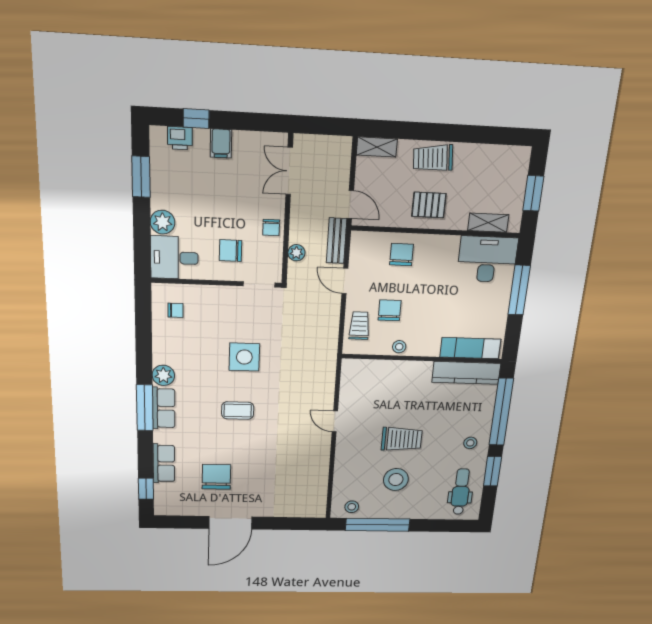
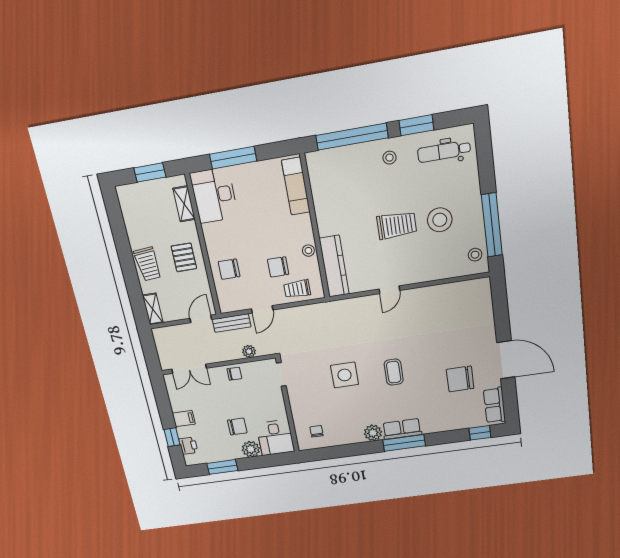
chair: (231, 251) -> (237, 427), moved, turned -90
kitchen counter: (466, 373) -> (334, 266), moved
trolley: (402, 439) -> (397, 225), turned 90
row of seats: (164, 463) -> (495, 405), moved, turned -90

